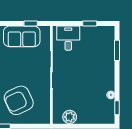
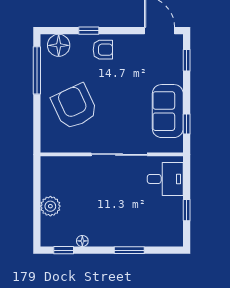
window: (117, 50) -> (129, 250), moved
plant: (70, 117) -> (50, 206), moved

